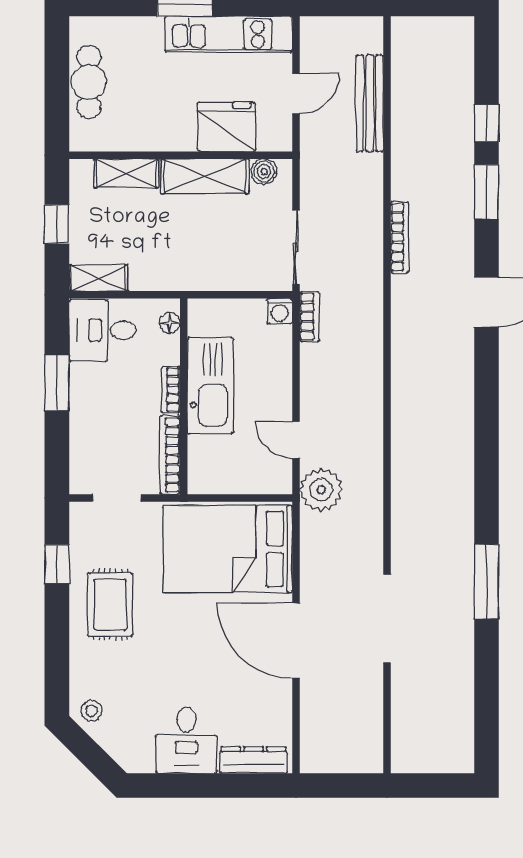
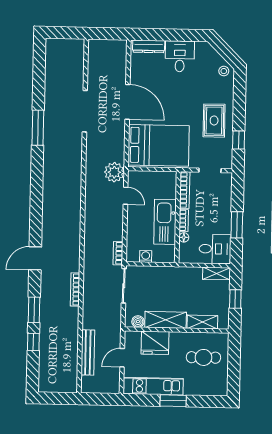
cafe table: (89, 82) -> (203, 357), moved, turned 90
washing machine: (280, 311) -> (146, 256), moved
floor lamp: (170, 323) -> (184, 237), moved

